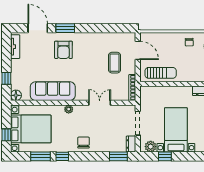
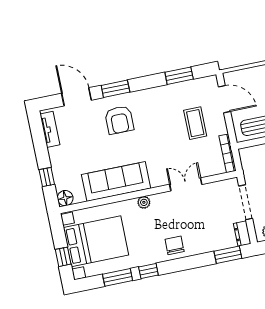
window: (110, 28) -> (179, 76), added

